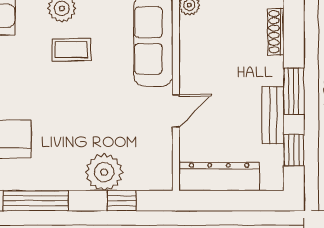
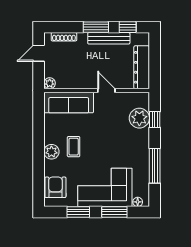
bench: (273, 115) -> (109, 38), width x1.36
plant: (104, 172) -> (139, 118), moved

